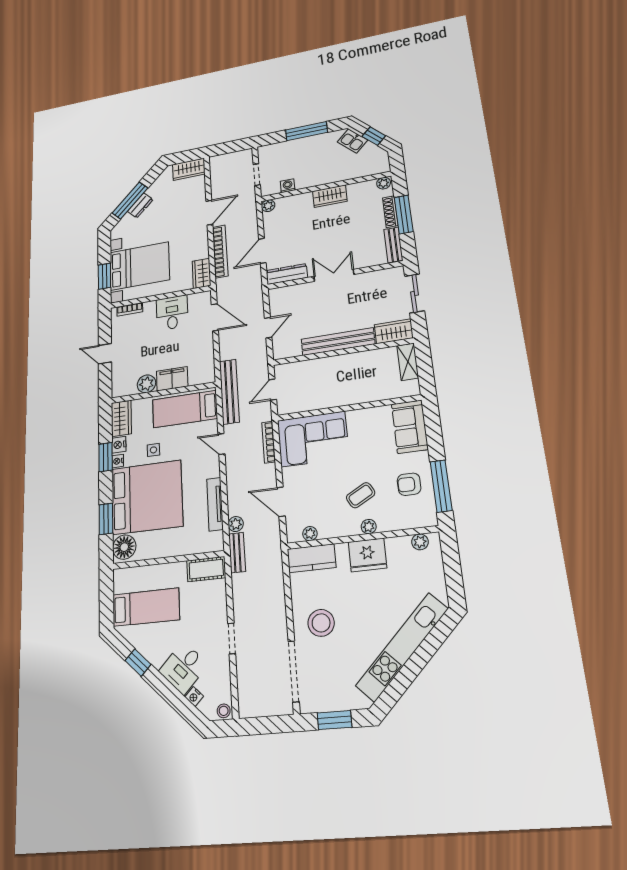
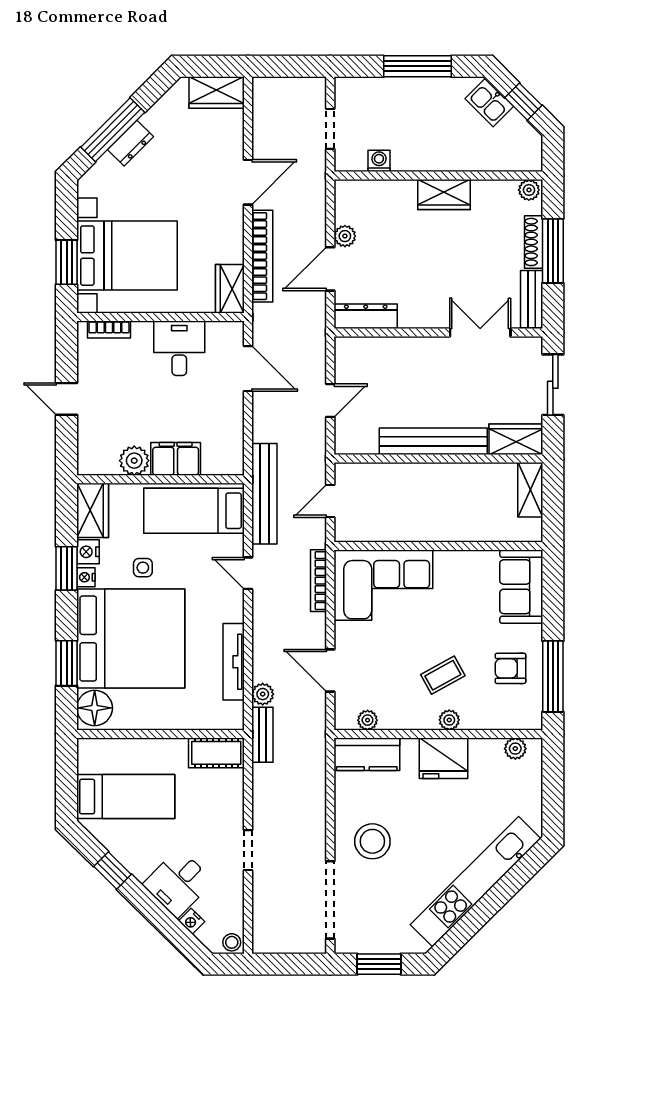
plant: (268, 206) -> (345, 236), moved
double door: (334, 275) -> (480, 333), moved

